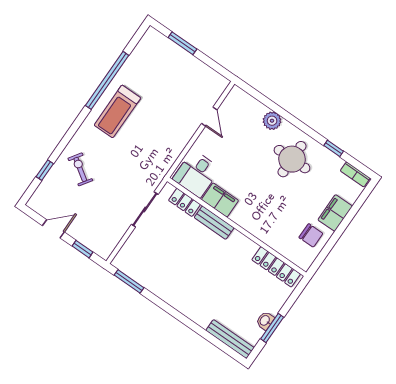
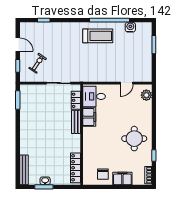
water cooler: (136, 59) -> (130, 27), added
treadmill: (117, 111) -> (98, 36), turned 180
plant: (272, 121) -> (146, 95), moved
exercise bike: (80, 169) -> (38, 63), moved

